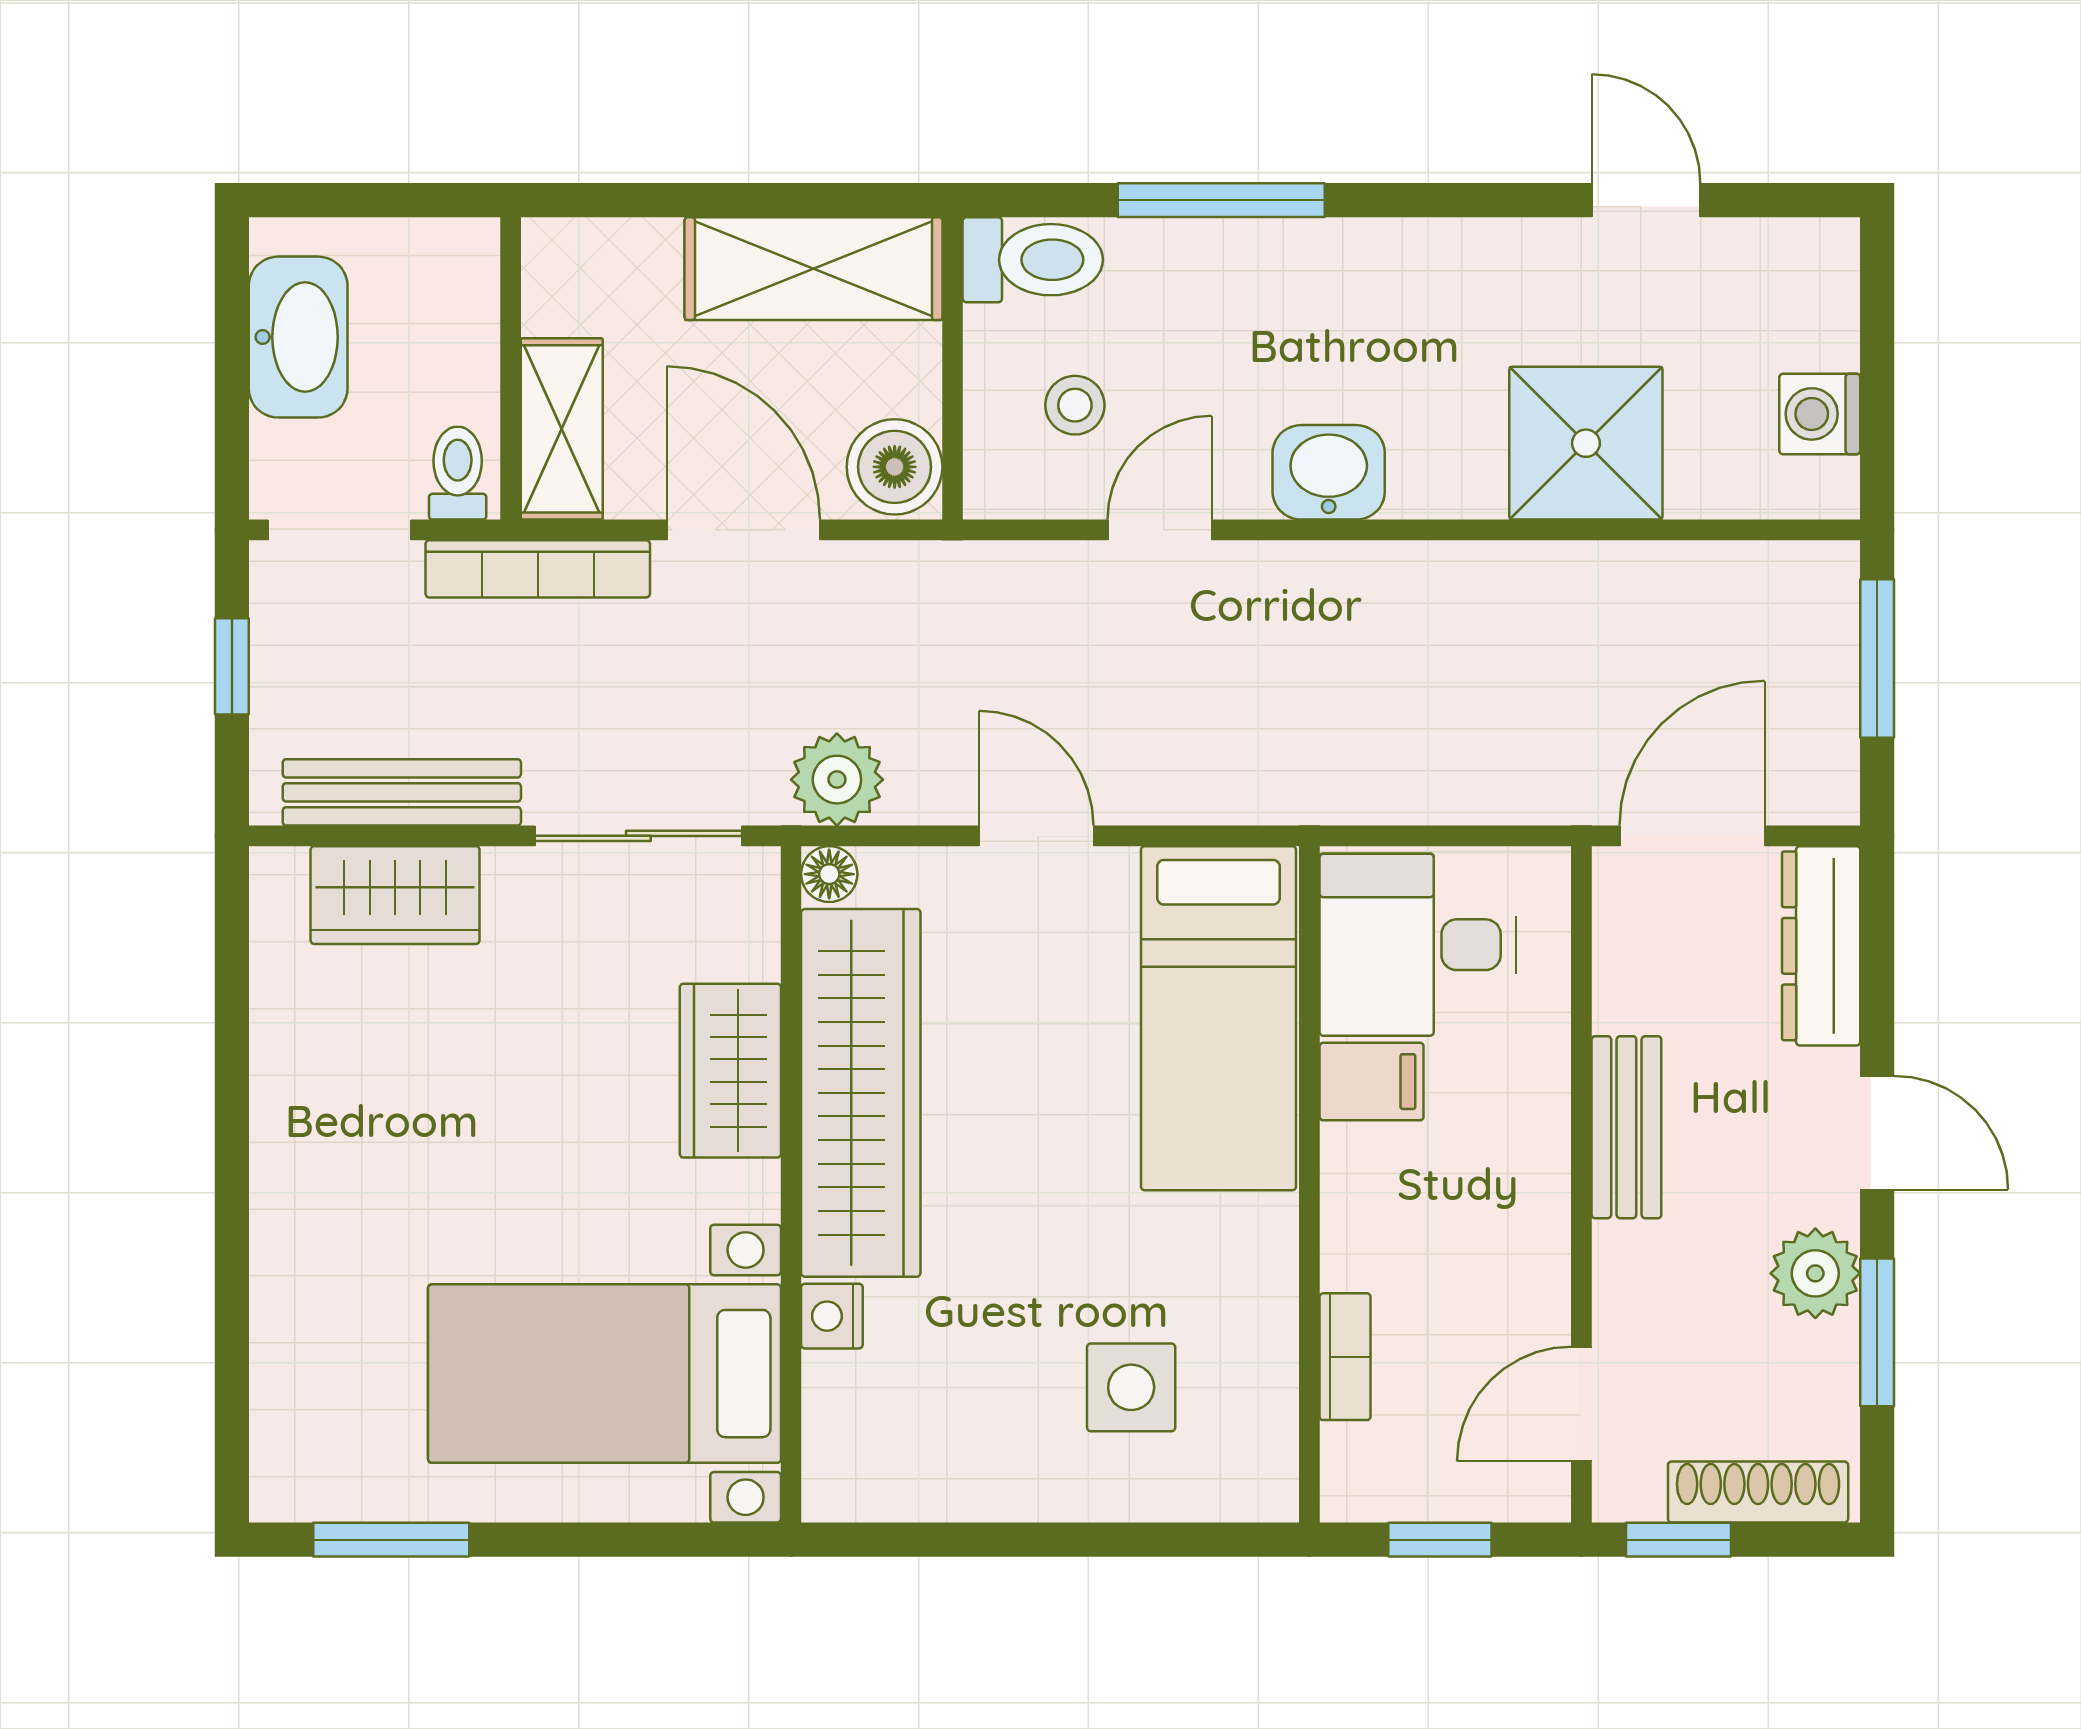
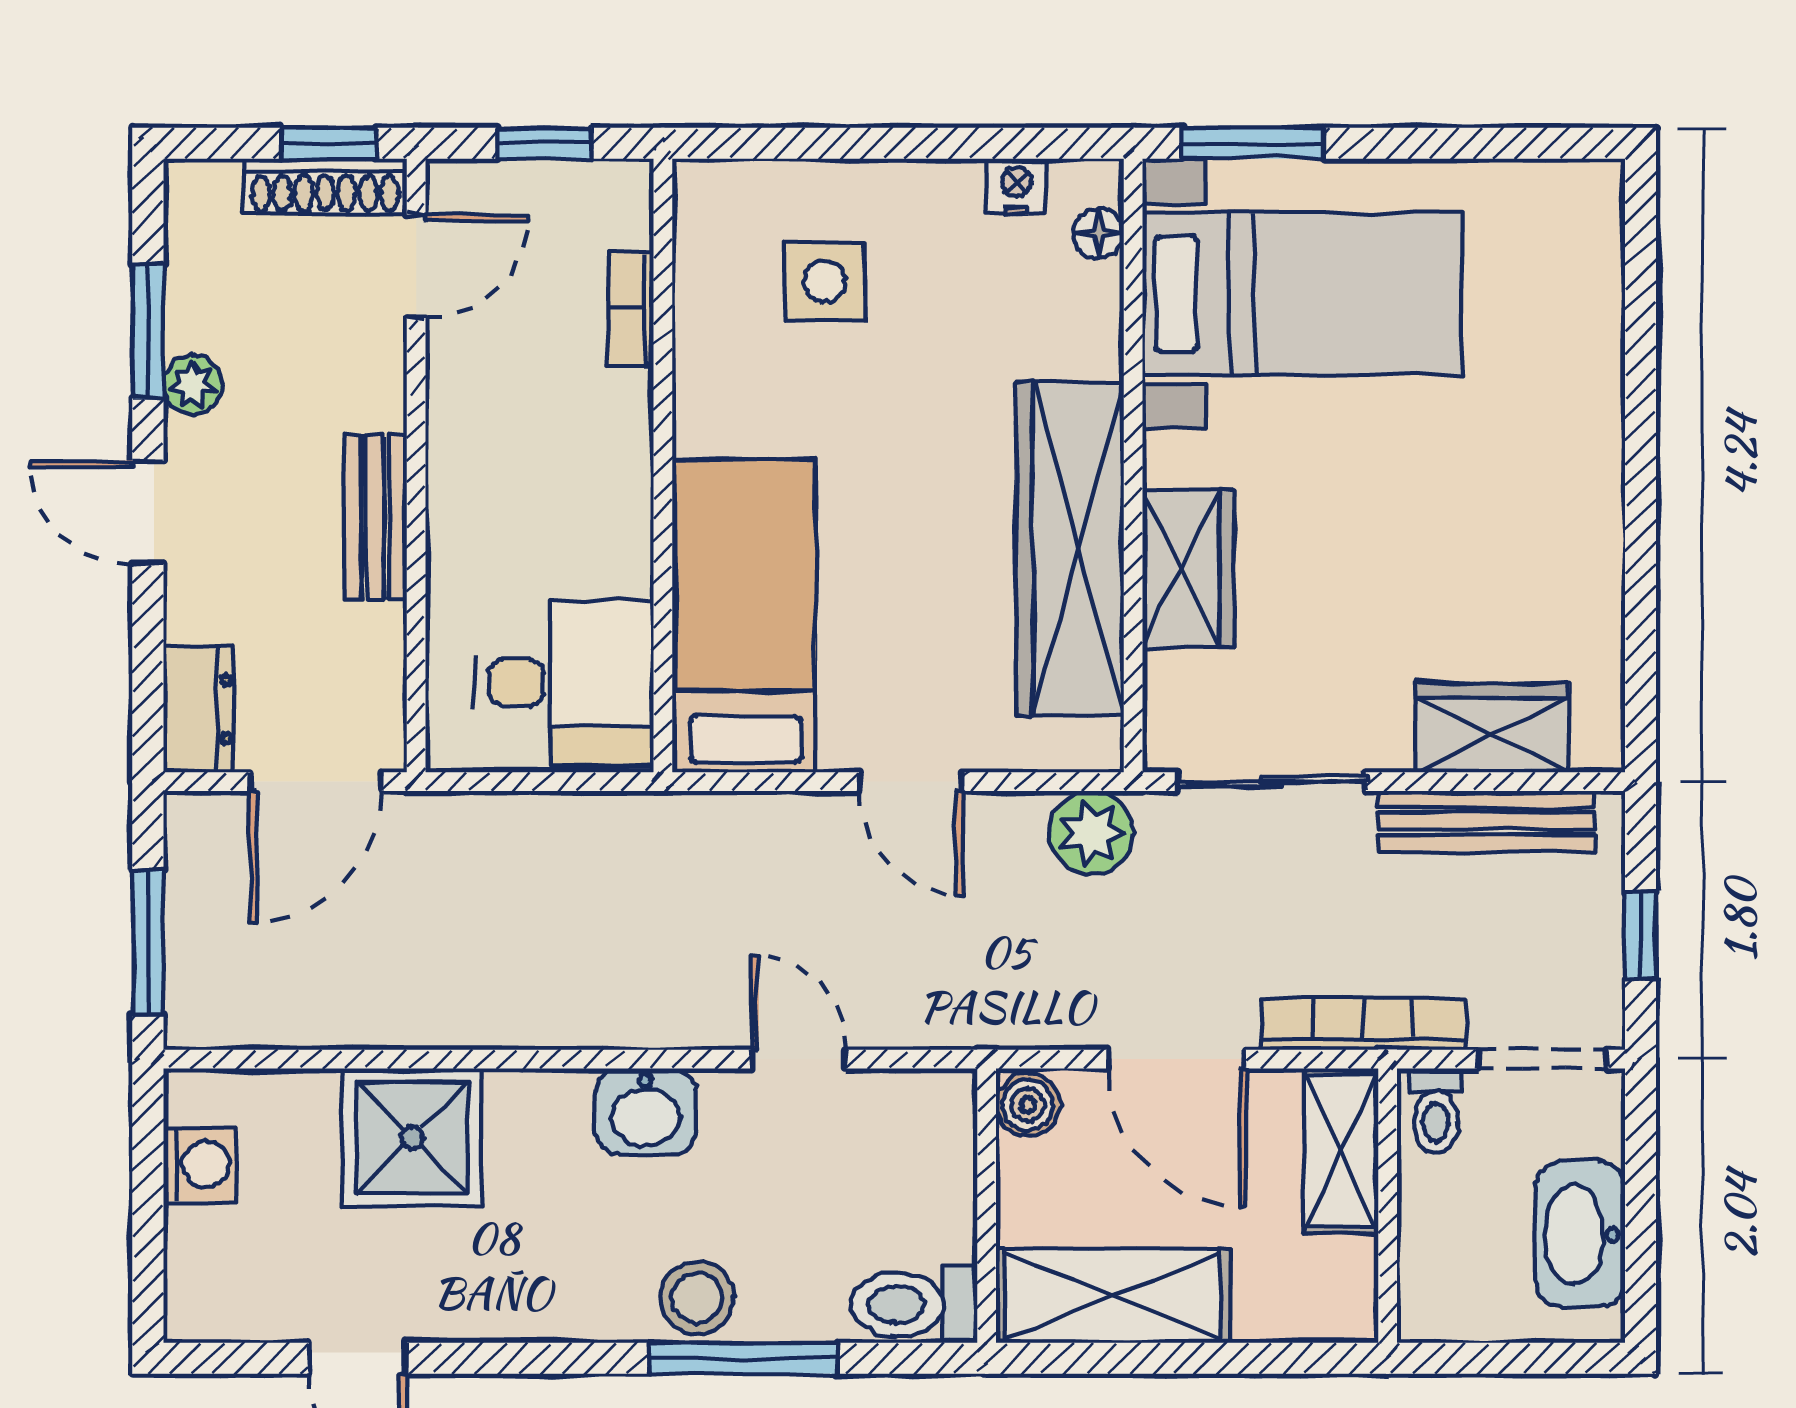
stool: (1075, 405) -> (697, 1298), moved, width x1.37, depth x1.37
boiler: (895, 467) -> (1028, 1105), width x0.73, depth x0.73
door: (1160, 530) -> (799, 1059), swing flipped
floor lamp: (829, 874) -> (1099, 234), moved
dresser: (1821, 946) -> (199, 709), width x0.70
filing cabinet: (1372, 1082) -> (607, 559), removed
plant: (1815, 1273) -> (193, 385), width x0.73, depth x0.73
nightstand: (832, 1316) -> (1017, 187), moved, turned -90
shoe rack: (1758, 1492) -> (325, 186), moved
window: (391, 1540) -> (1253, 143), moved

